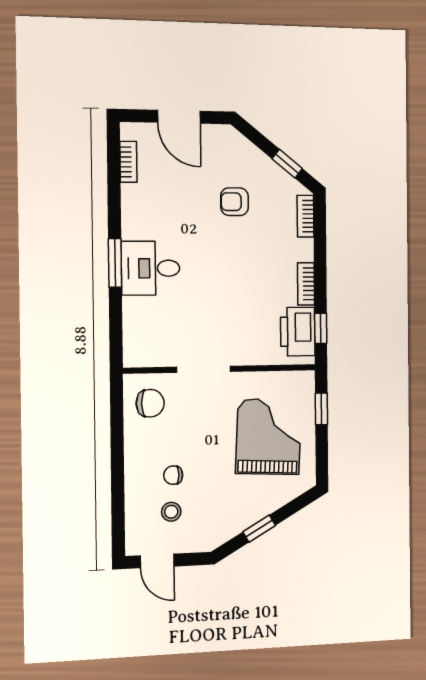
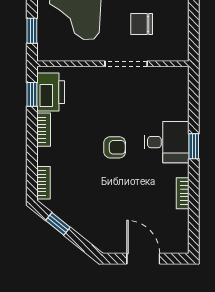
bookcase: (128, 162) -> (183, 193), moved
armchair: (234, 202) -> (115, 147), moved
window: (115, 263) -> (194, 146), width x0.67
chair: (150, 403) -> (142, 24), moved

